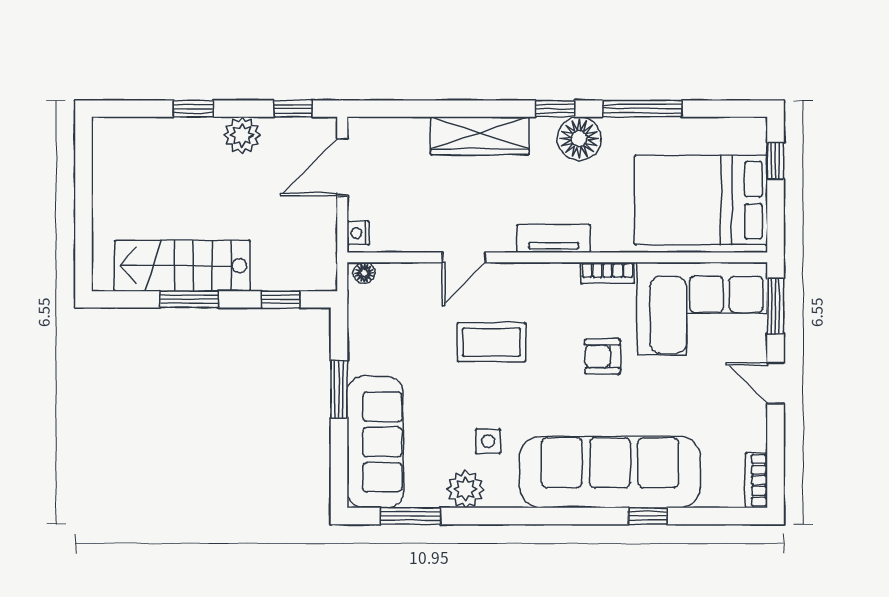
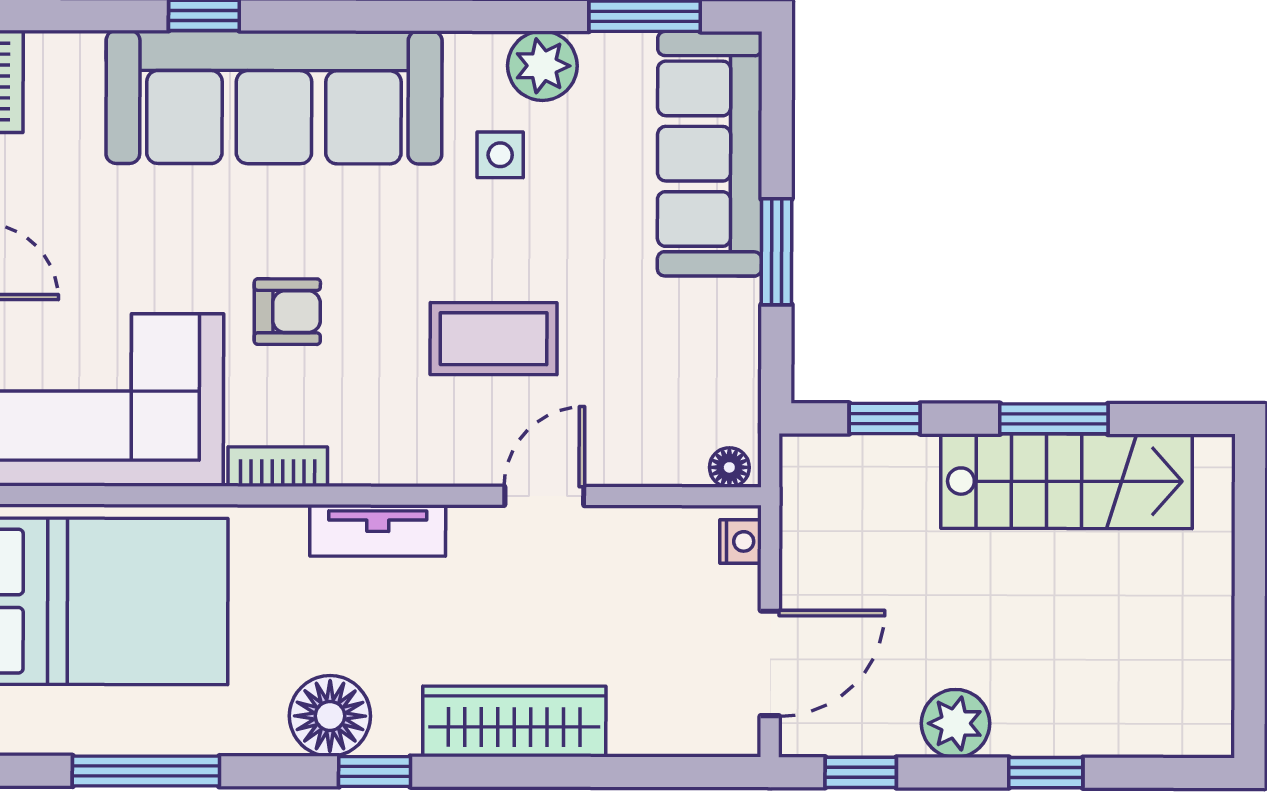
window: (642, 109) -> (146, 771), moved

